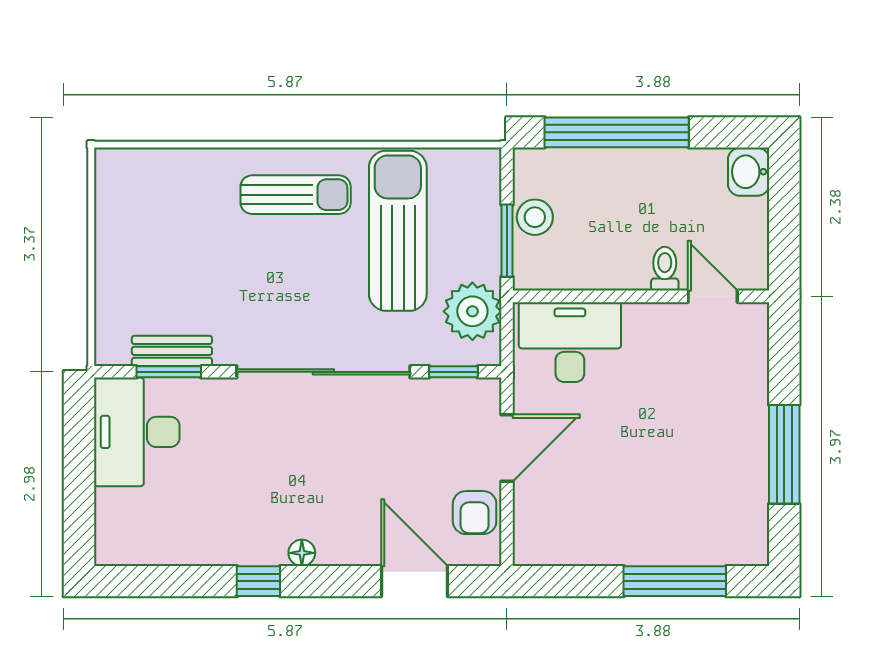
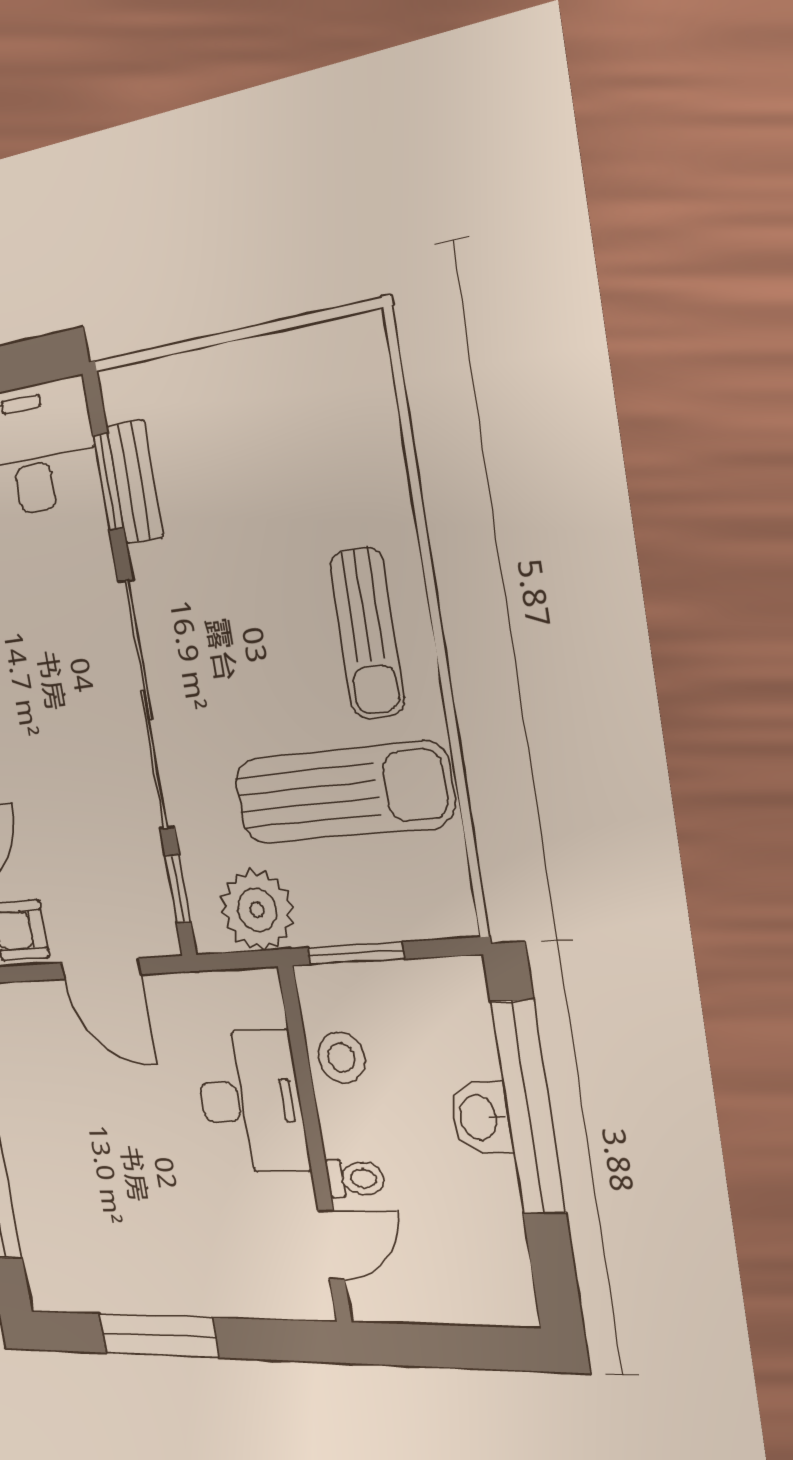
washbasin: (749, 172) -> (480, 1118), moved, turned -90
stool: (535, 217) -> (341, 1058), moved
desk: (570, 342) -> (251, 1101), moved

